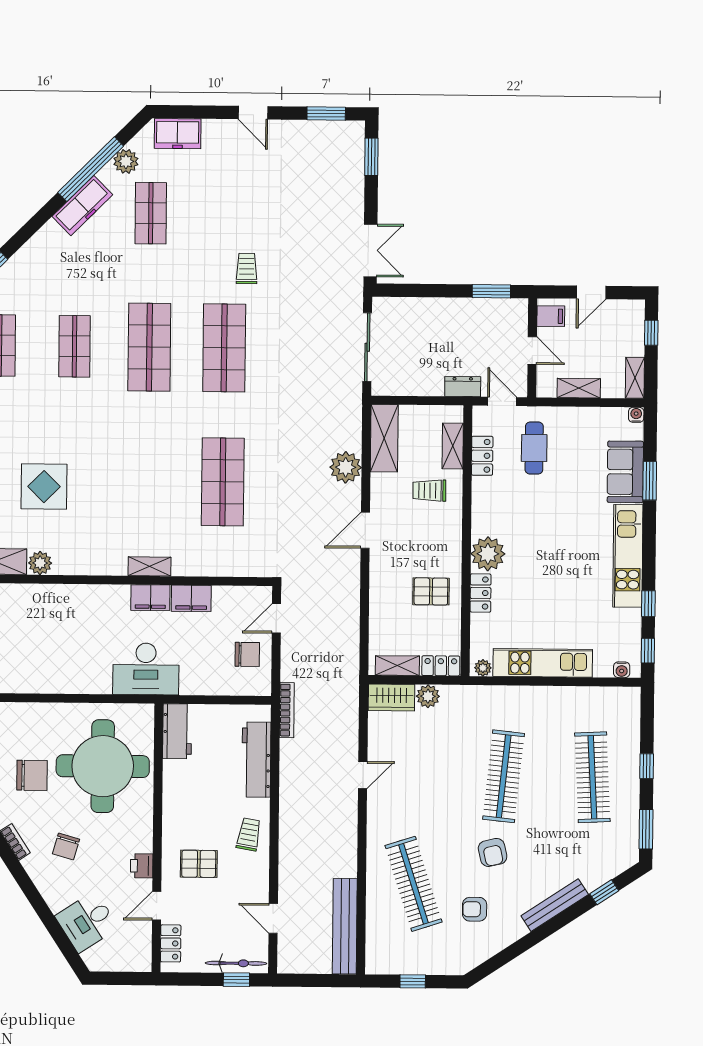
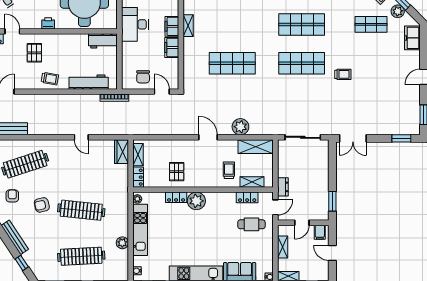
plant: (428, 696) -> (122, 243), moved
printer: (142, 866) -> (48, 23), moved

